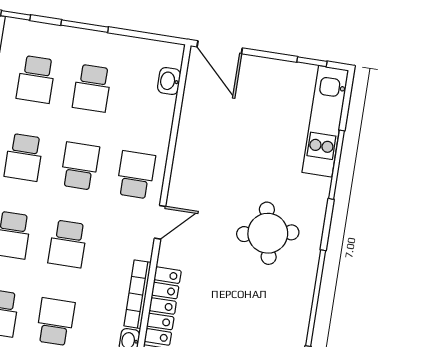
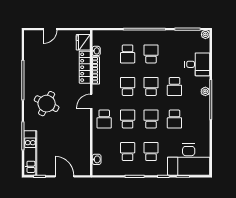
door: (220, 47) -> (64, 176), moved
school desk: (80, 166) -> (128, 119), turned 180
round table: (268, 233) -> (47, 104), turned 38

